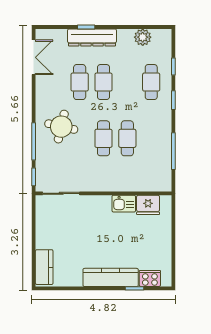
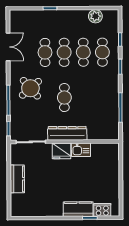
dresser: (92, 37) -> (67, 133), moved, turned 180
double door: (34, 57) -> (8, 47), moved
round table: (61, 127) -> (30, 88), turned 36
cafe table: (127, 138) -> (83, 52), moved
fridge: (148, 205) -> (61, 151), moved
kitchen counter: (44, 267) -> (17, 179), moved
kitchen counter: (111, 277) -> (78, 209), width x0.67

